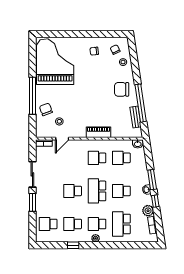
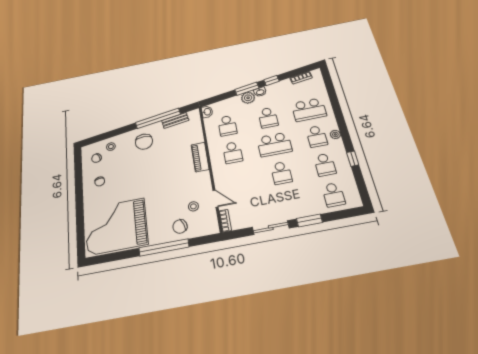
plant: (148, 211) -> (248, 98), moved

